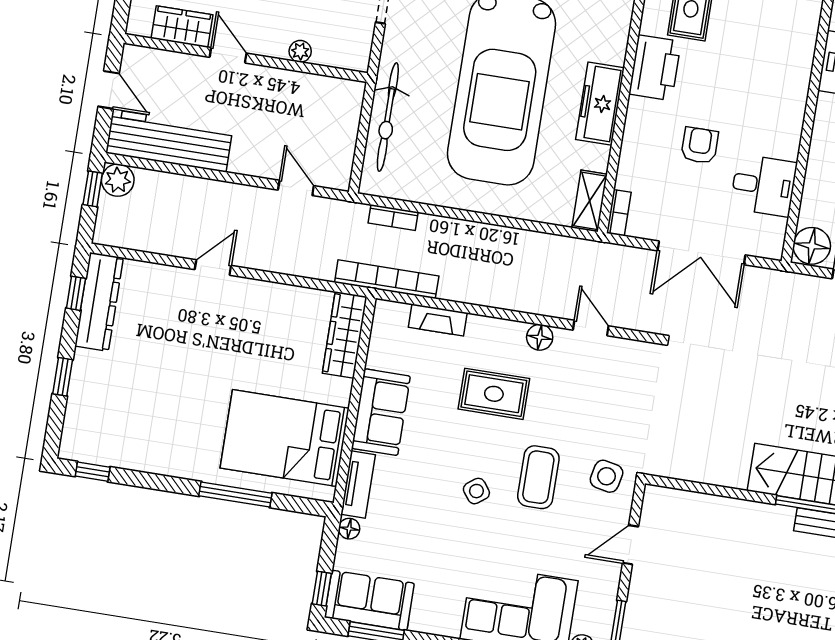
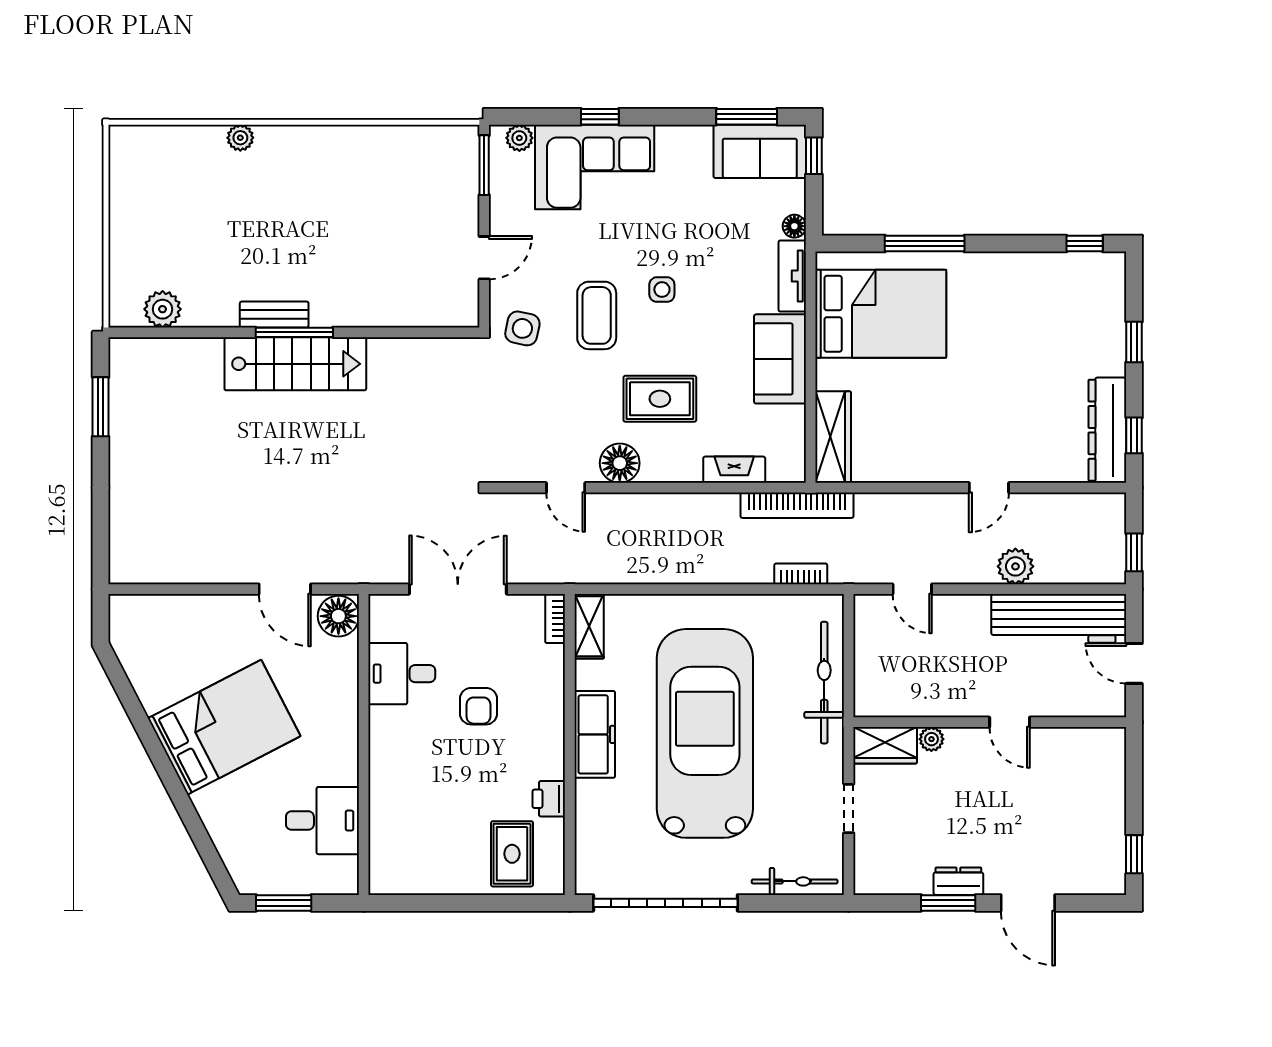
wardrobe: (182, 27) -> (885, 745), moved
printer: (655, 68) -> (549, 799), width x0.53, depth x0.68
plant: (118, 180) -> (1015, 566), moved
floor lamp: (540, 337) -> (620, 463), width x1.38, depth x1.38
side table: (476, 491) -> (662, 290), turned 37

